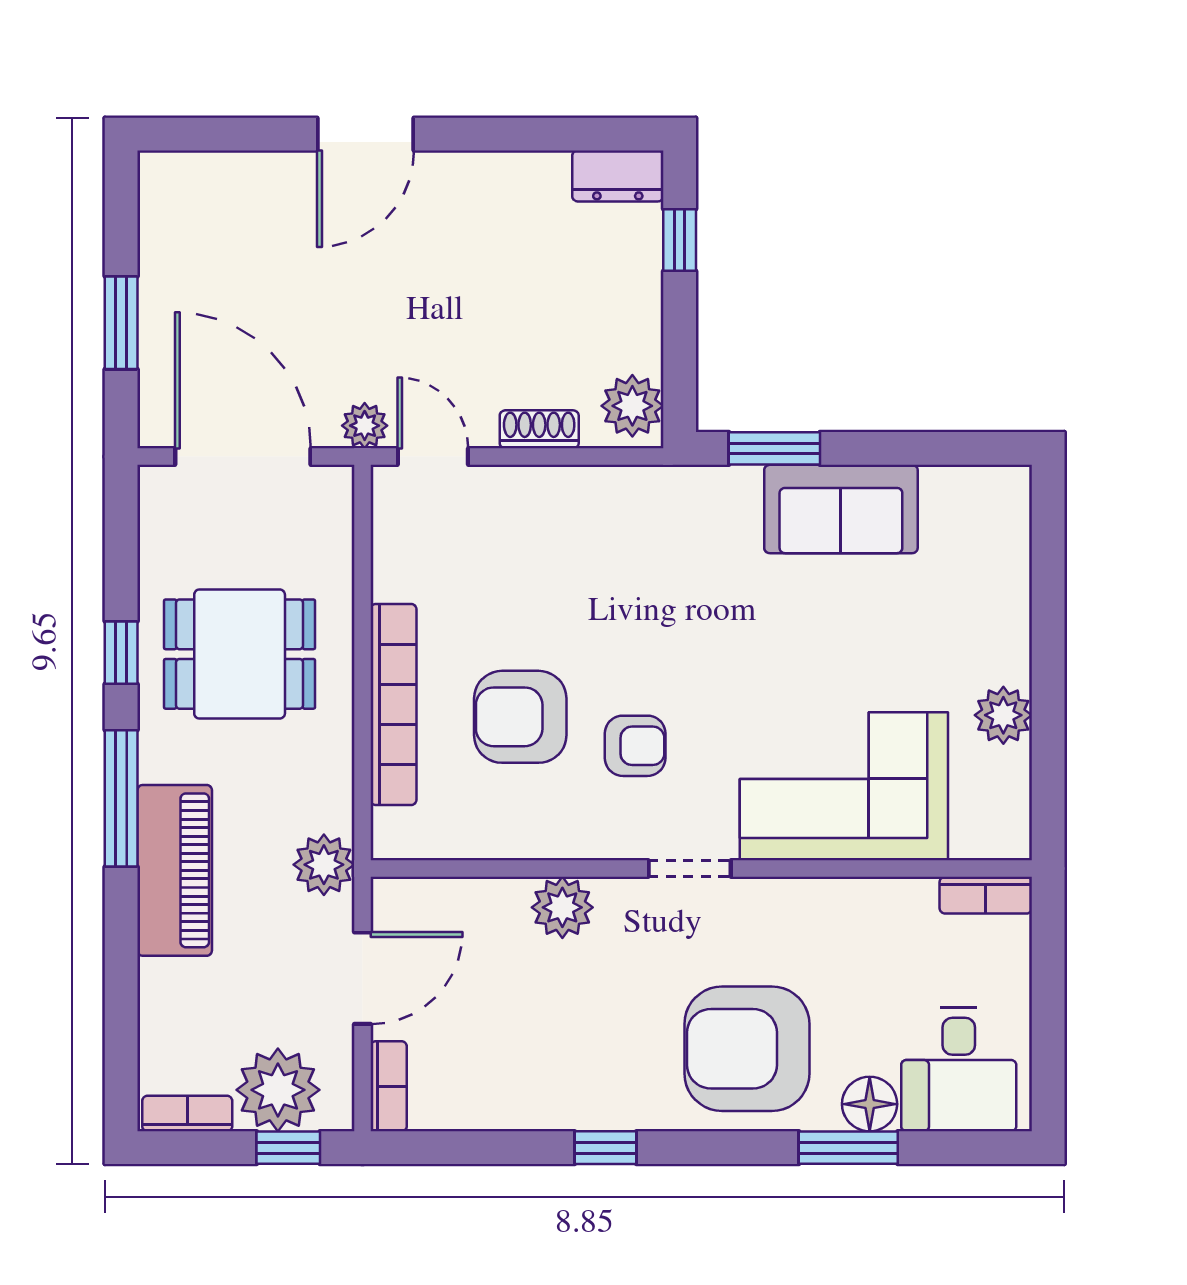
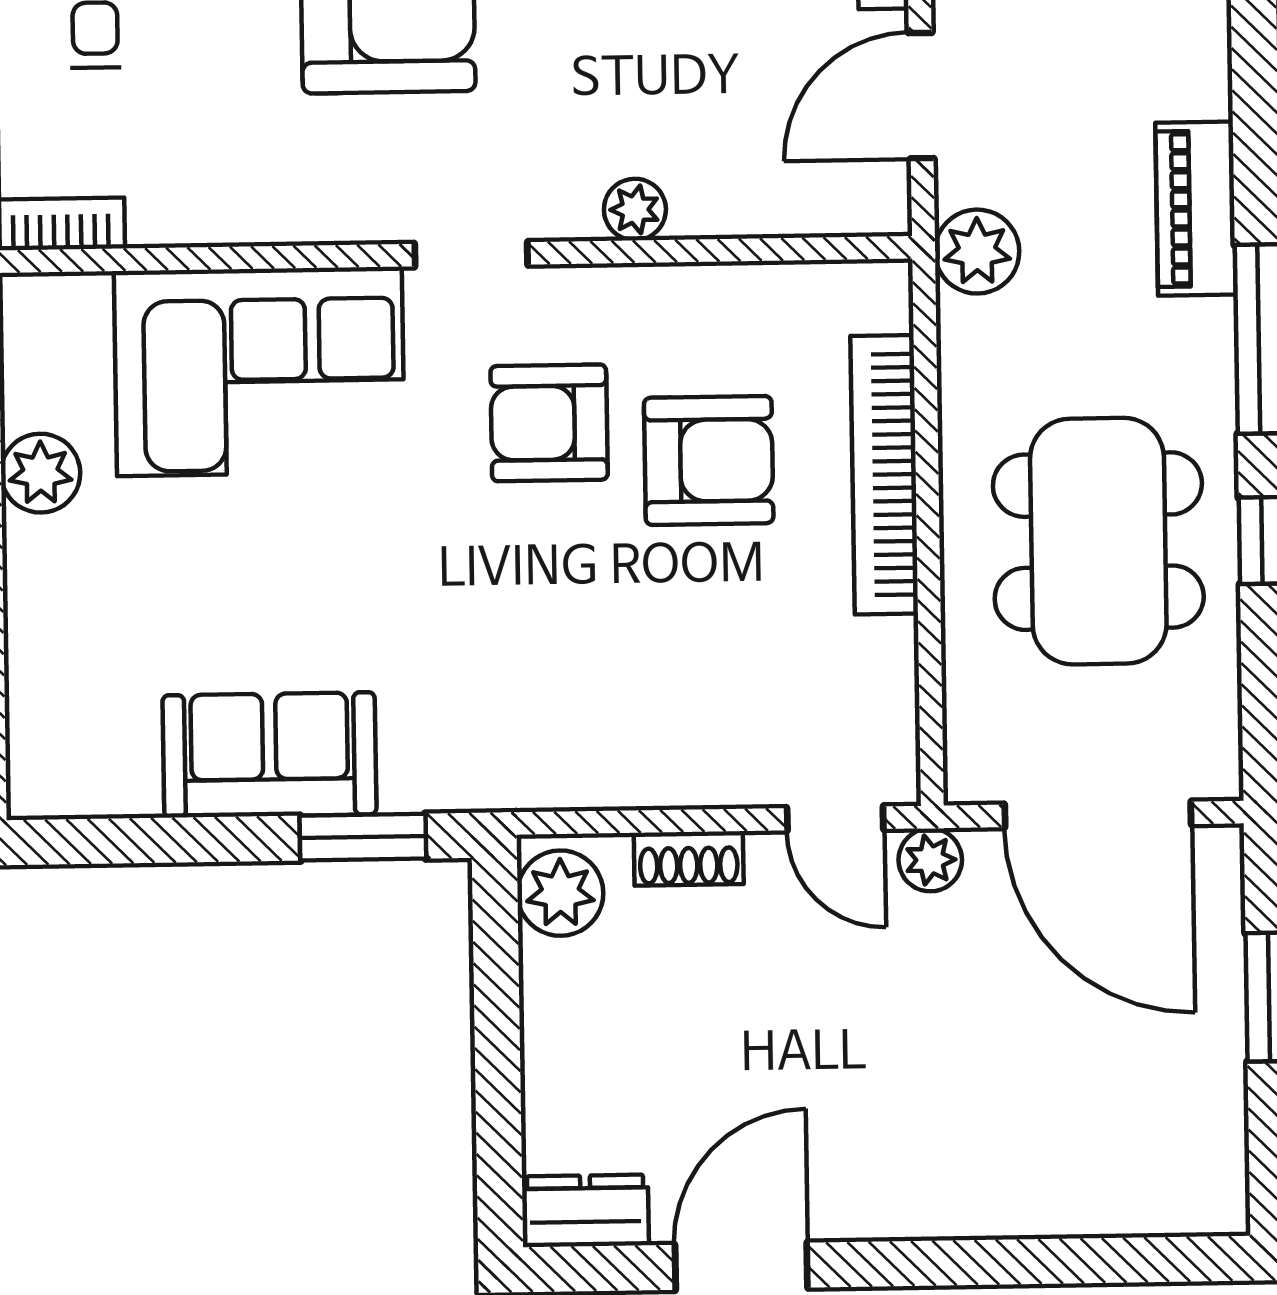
door: (365, 134) -> (741, 1266), moved
window: (680, 240) -> (499, 1123), removed
dining table: (240, 654) -> (1098, 541), width x1.38
armchair: (635, 746) -> (549, 423), width x1.38, depth x1.38
piano: (175, 870) -> (1196, 209), width x0.73, depth x0.75
plant: (562, 907) -> (635, 209), width x0.73, depth x0.73

